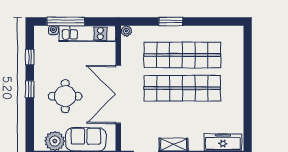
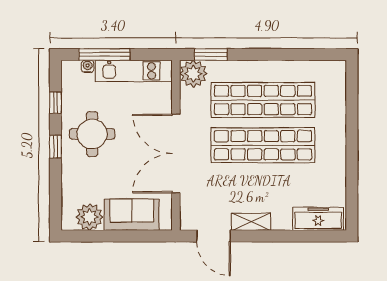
window: (171, 22) -> (211, 55), moved
plant: (126, 31) -> (193, 74), width x1.88, depth x1.88
round table: (65, 96) -> (92, 134), moved

